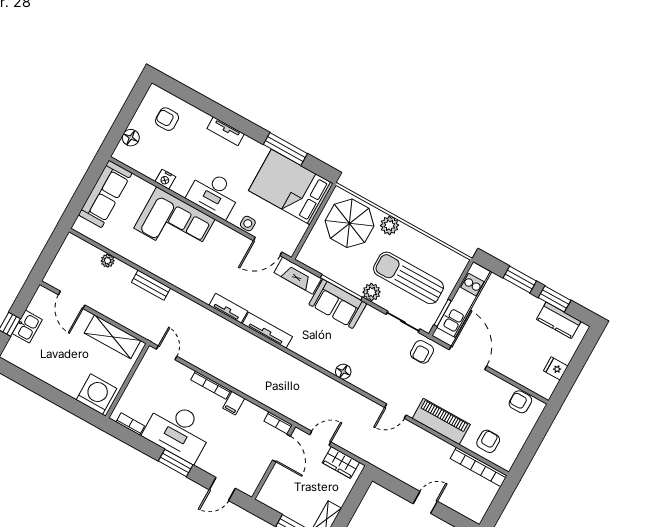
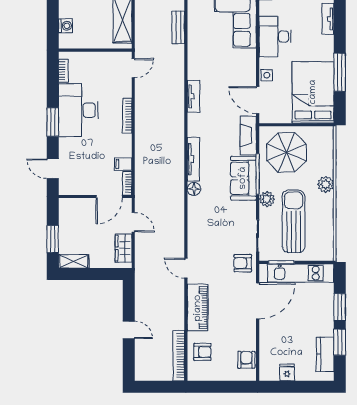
parasol: (350, 223) -> (286, 152), moved
tv unit: (267, 330) -> (193, 159), moved
floor lamp: (343, 372) -> (194, 189), moved
washing machine: (96, 394) -> (65, 26), width x0.53, depth x0.53
filing cabinet: (234, 403) -> (123, 164), moved

